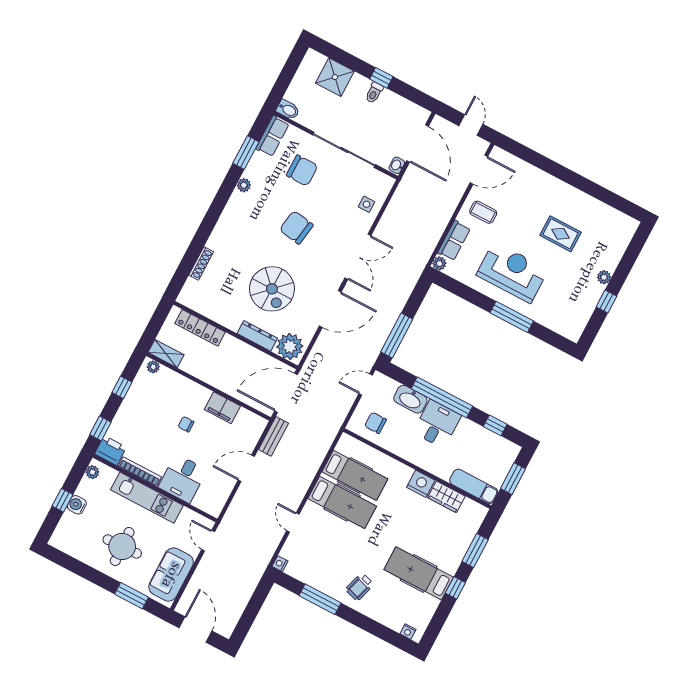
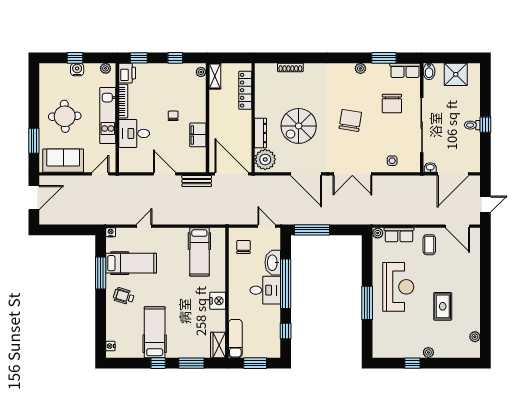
shower: (335, 77) -> (456, 74), moved
plant: (614, 216) -> (475, 337), added
wardrobe: (446, 497) -> (218, 345), moved
hospital bed: (342, 502) -> (131, 263), moved, turned -90

